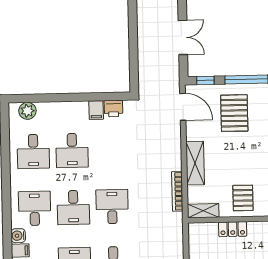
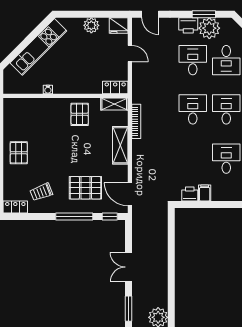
double door: (183, 37) -> (128, 267), moved
pallet: (234, 113) -> (85, 188), turned 90
desk: (112, 207) -> (193, 109), turned 180
locker: (233, 229) -> (115, 88), moved

